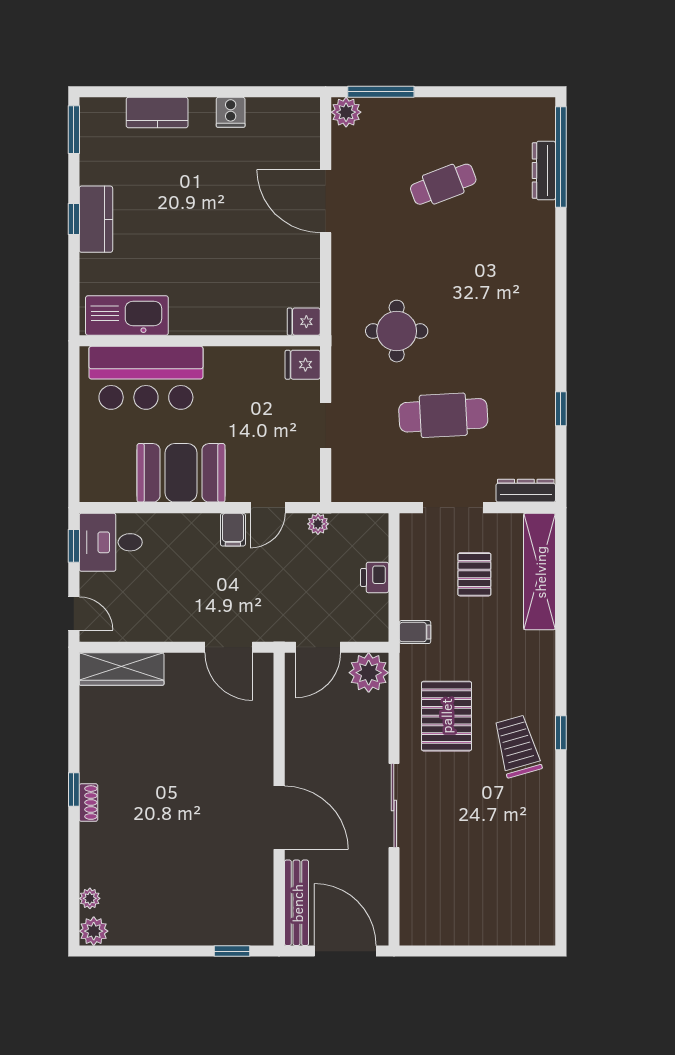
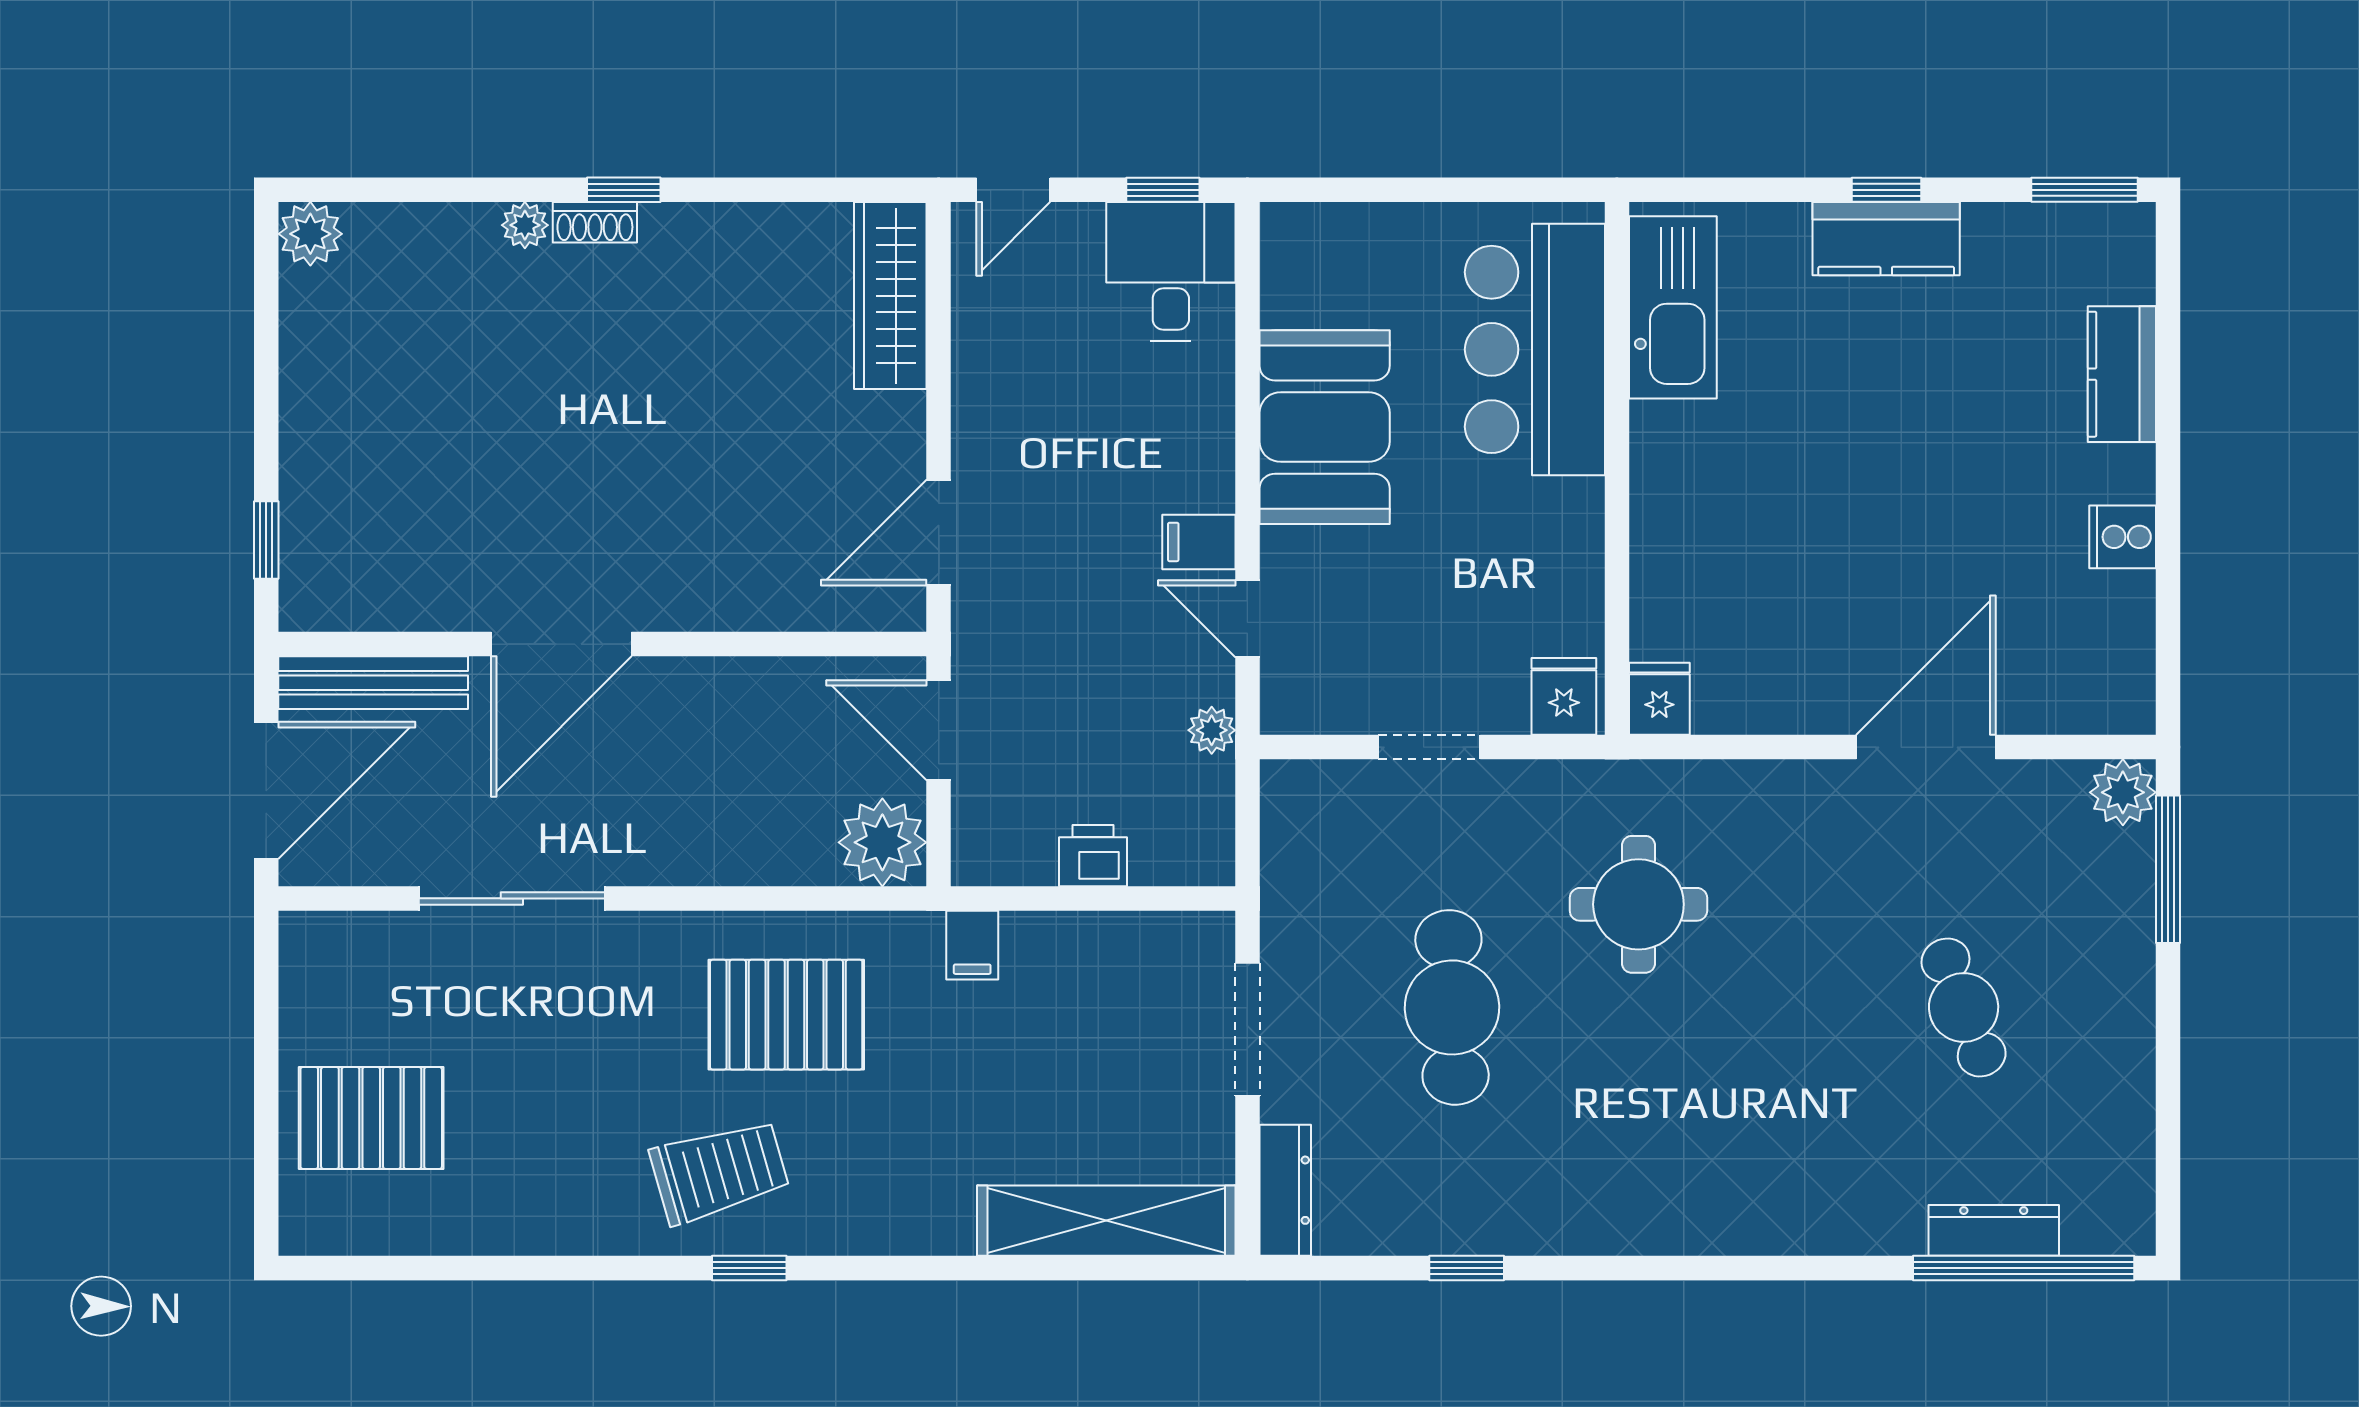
pallet: (474, 574) -> (371, 1118), moved, width x1.50, depth x1.42
sliding door: (394, 806) -> (512, 898), moved
plant: (90, 898) -> (525, 225), moved

